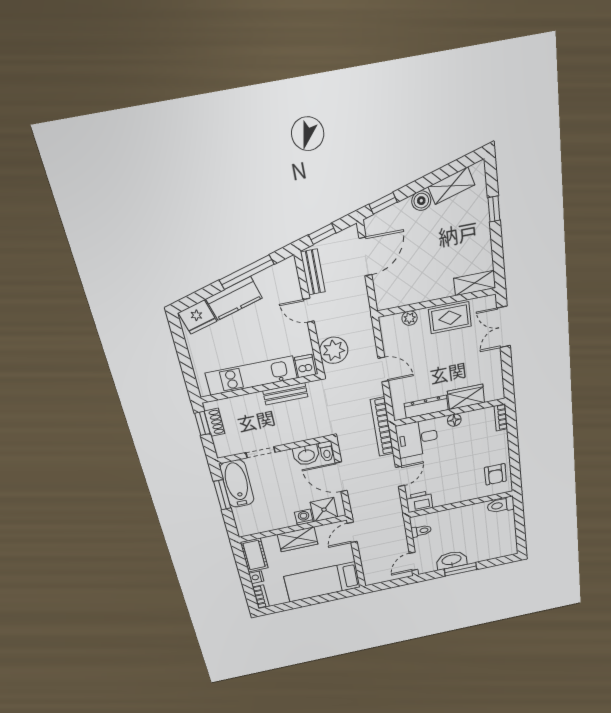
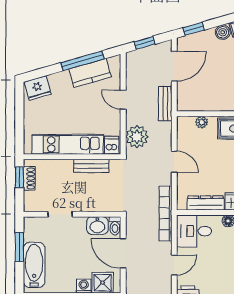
bench: (313, 272) -> (165, 104), moved
kitchen counter: (234, 298) -> (90, 73), moved
bathtub: (237, 484) -> (34, 265), moved

